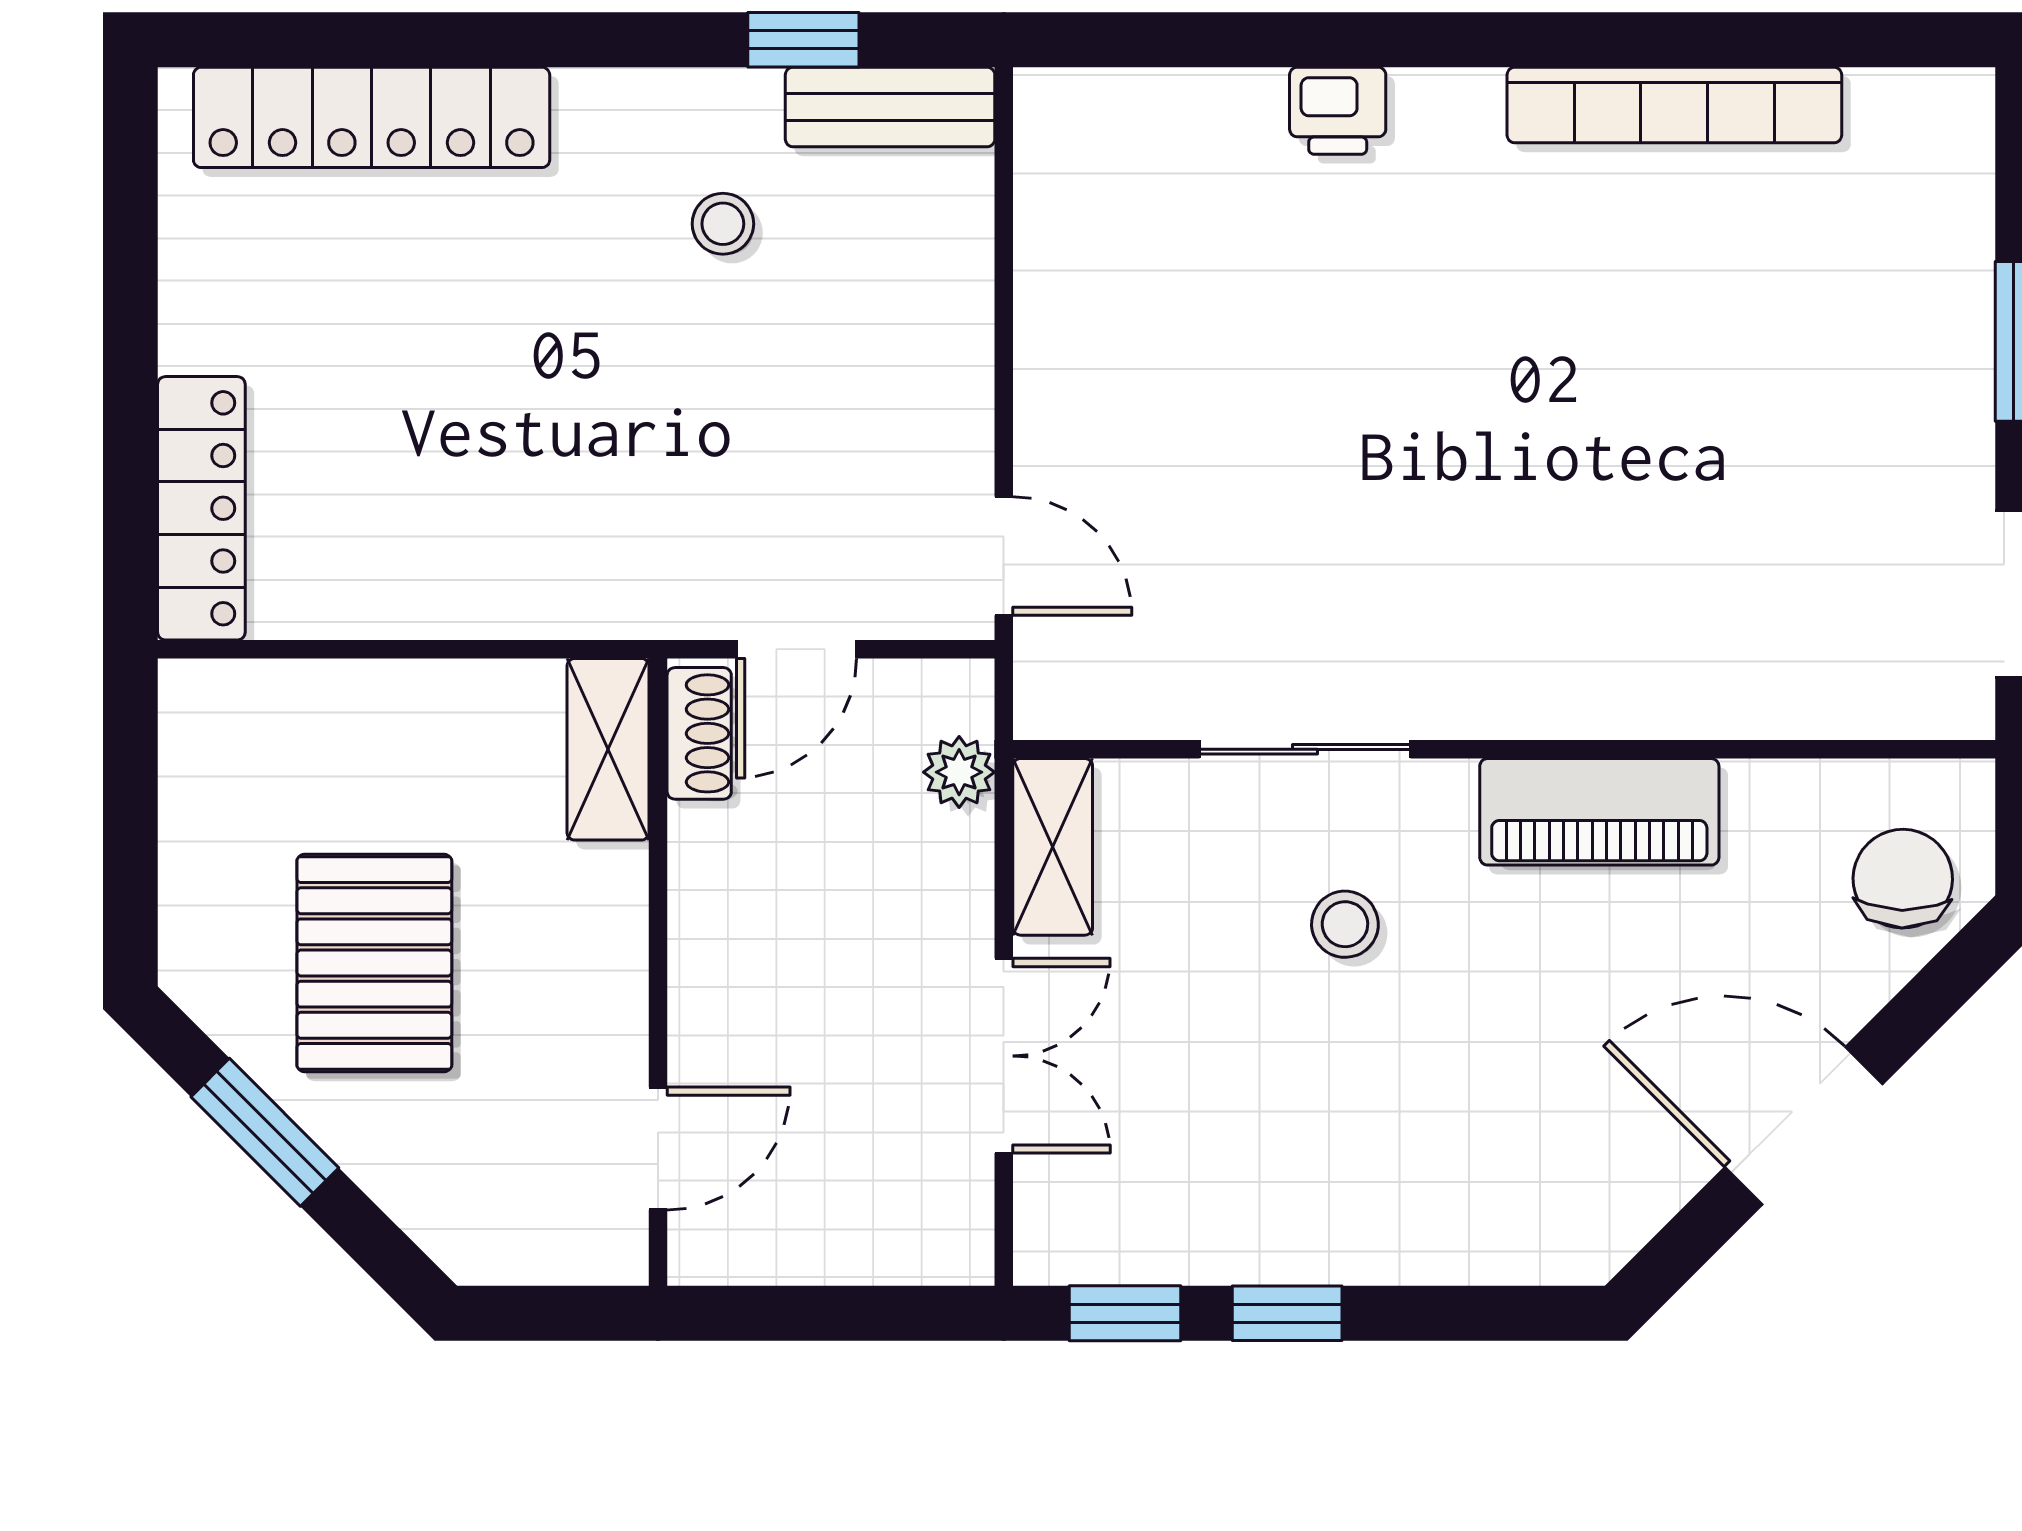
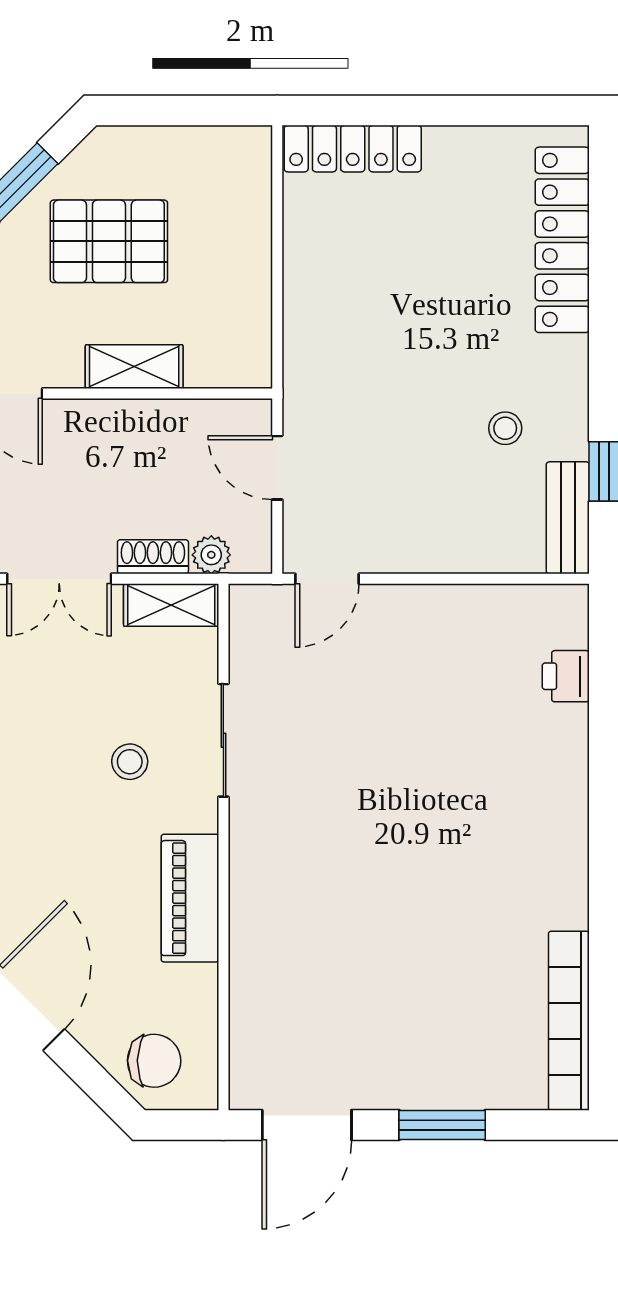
bookcase: (1674, 105) -> (569, 1021), moved
printer: (1338, 111) -> (566, 676), moved
shoe rack: (699, 733) -> (153, 557), moved, turned 180
shelving: (608, 749) -> (134, 367), moved

